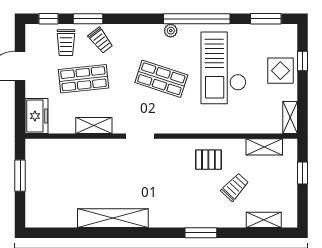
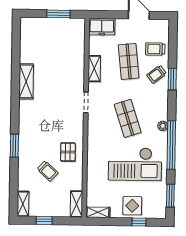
window: (48, 19) -> (173, 37), removed
window: (88, 19) -> (172, 79), moved
checkout: (224, 68) -> (135, 164), turned 180
shop shelf: (161, 79) -> (128, 118), turned -36
shelving: (264, 147) -> (76, 204), moved
window: (303, 173) -> (44, 221), moved
shelving: (113, 218) -> (26, 81), width x0.68
shelving: (264, 220) -> (23, 204), moved

